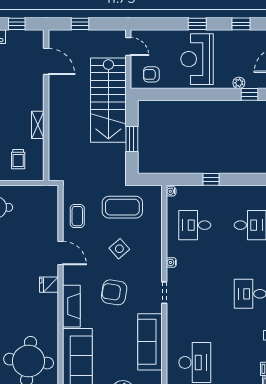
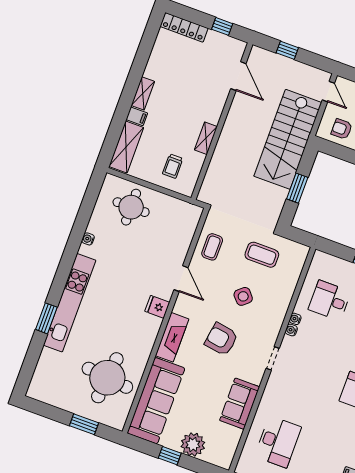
water cooler: (171, 191) -> (295, 319), moved
coffee table: (122, 207) -> (262, 255), width x0.73, depth x0.76
sofa: (150, 342) -> (240, 404), width x0.73

